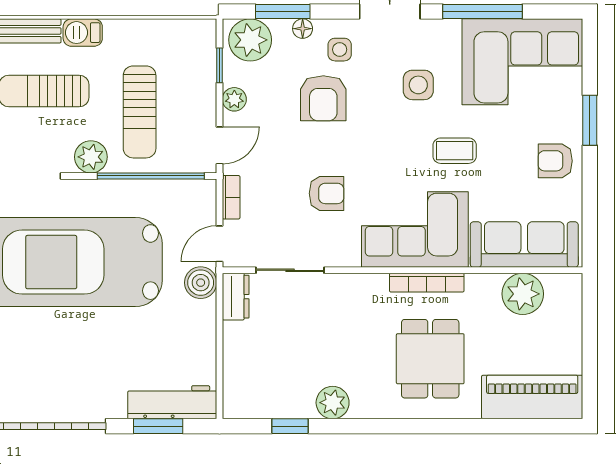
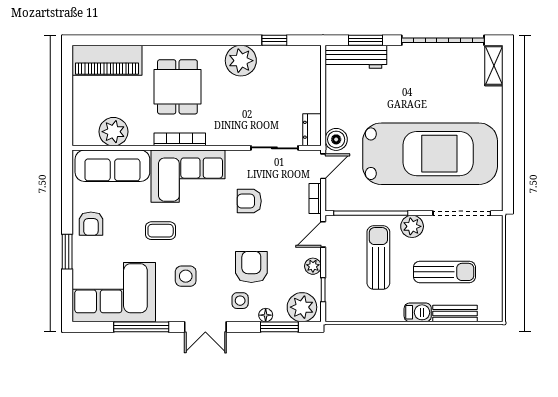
armchair: (555, 161) -> (91, 224), turned 90
plant: (333, 403) -> (241, 61), width x1.36, depth x1.36

